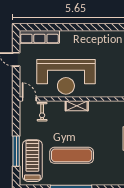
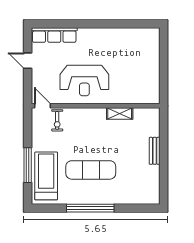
reception desk: (66, 77) -> (84, 80), width x0.74, depth x0.77
shelving: (77, 106) -> (120, 114), moved

